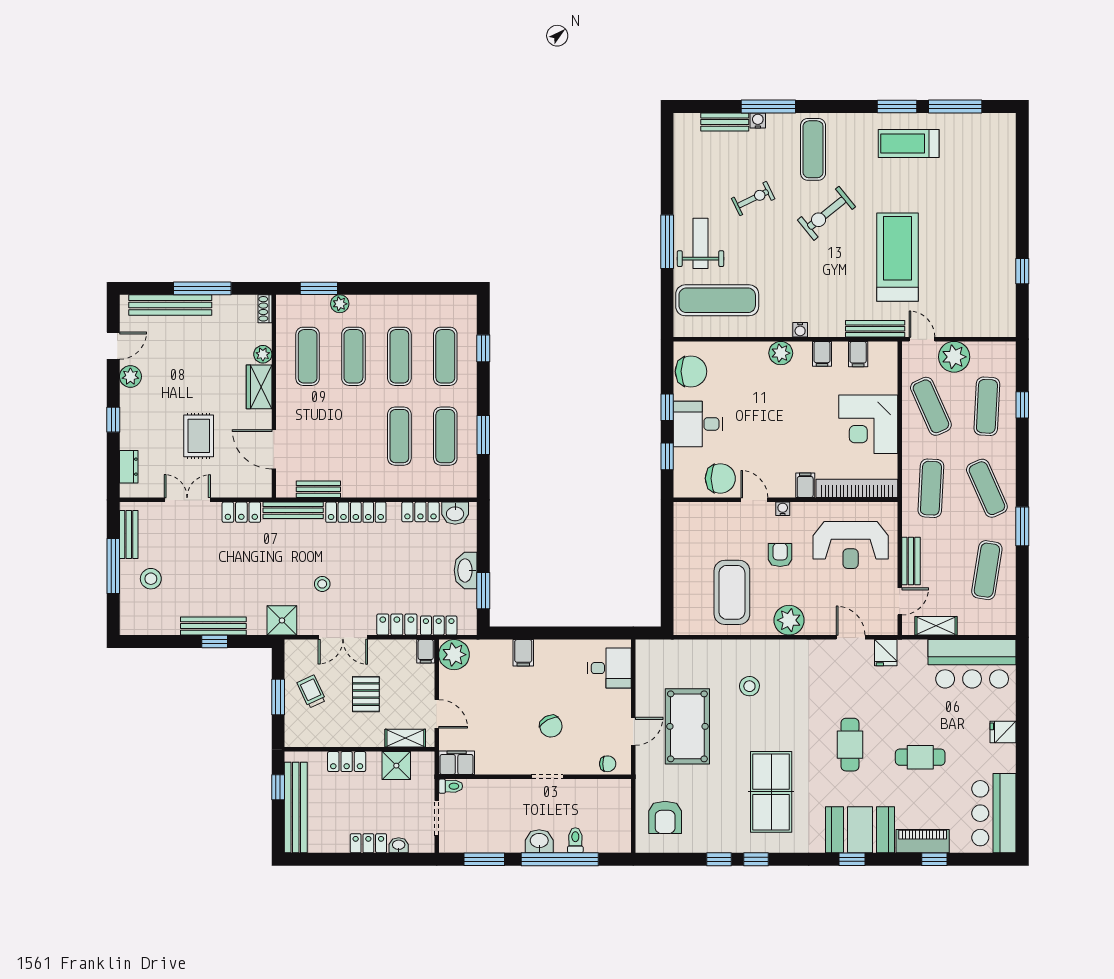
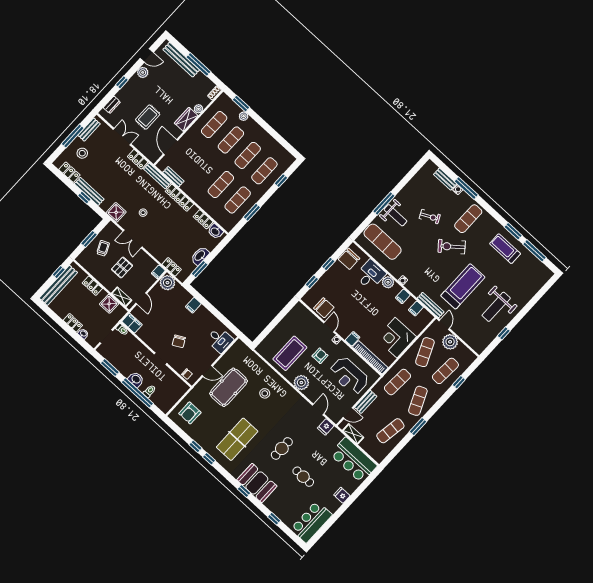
weight bench: (975, 242) -> (496, 307), added
weight bench: (700, 243) -> (396, 215), turned 90
chair: (691, 371) -> (349, 259), turned 90
desk: (698, 424) -> (370, 275), moved, turned 90
locker: (397, 624) -> (69, 172), moved
piano: (923, 841) -> (276, 508), removed

